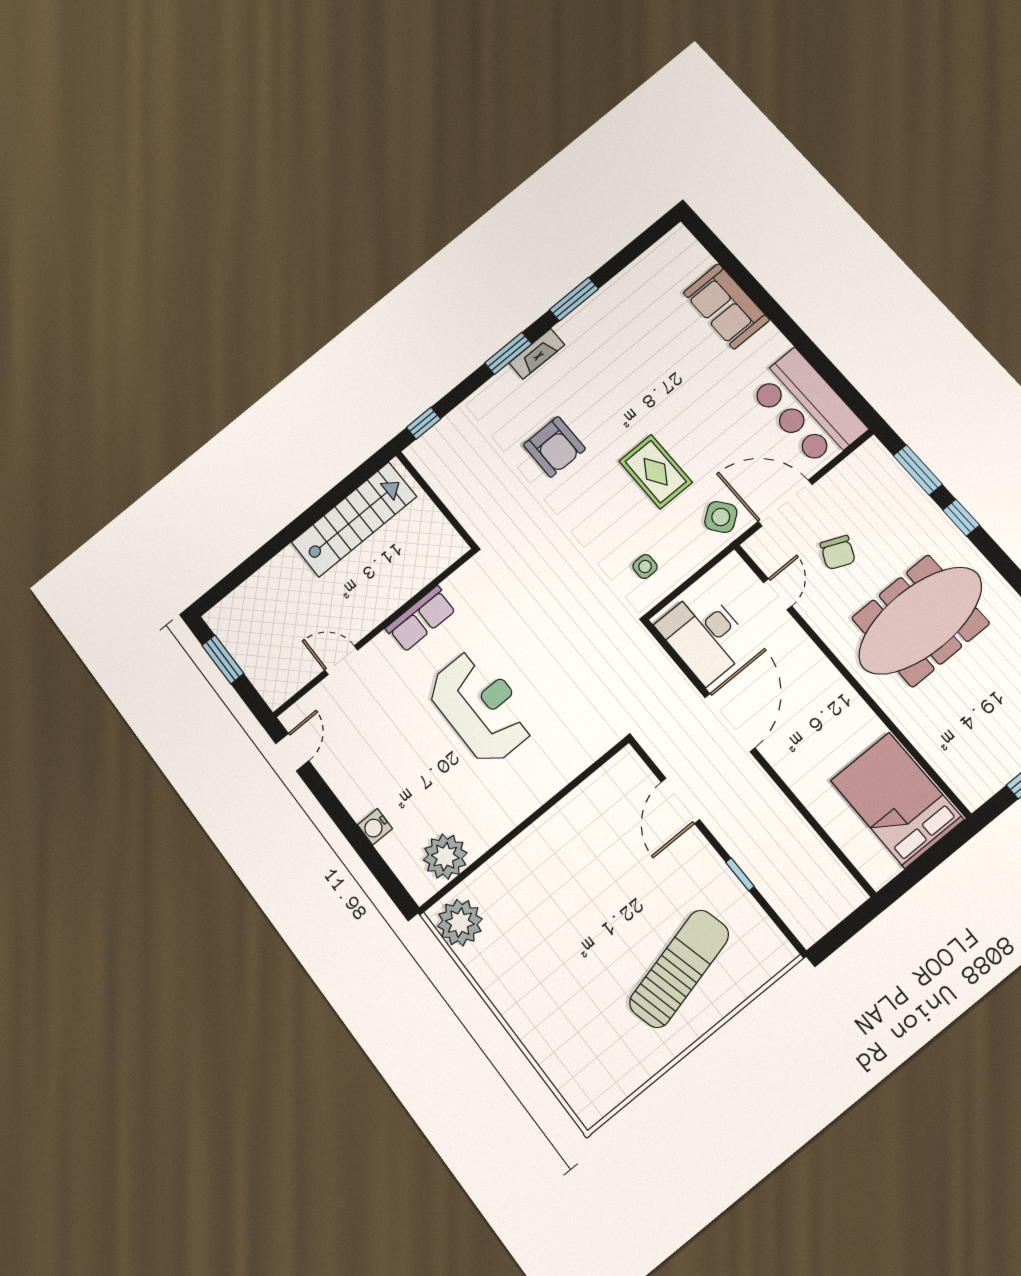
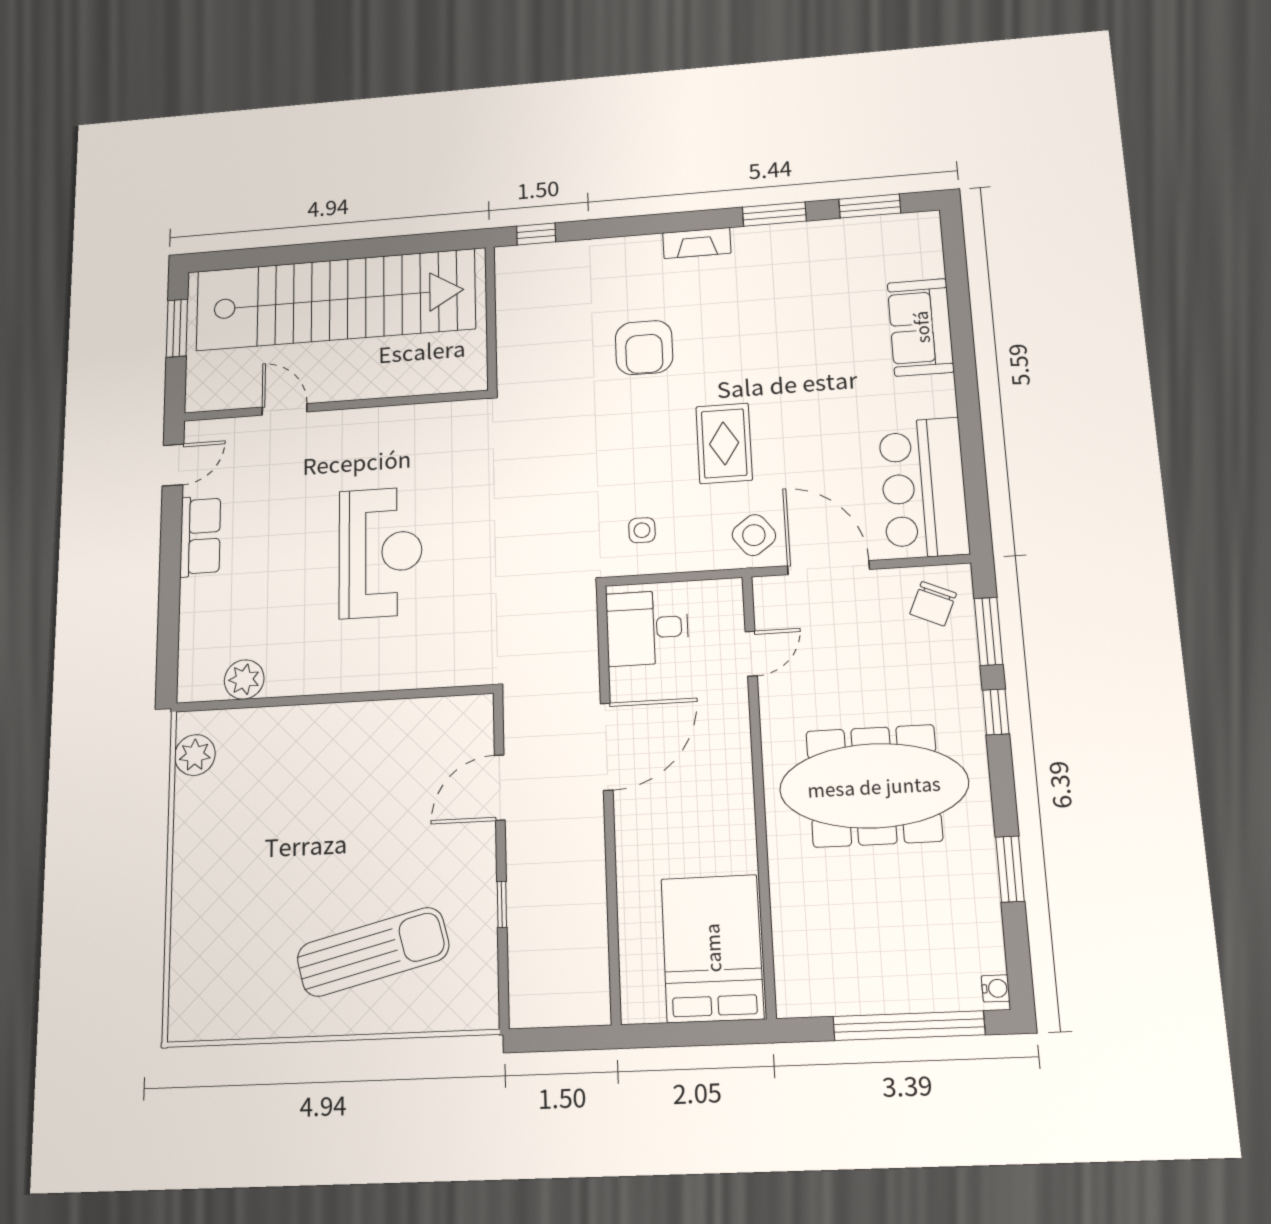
window: (508, 353) -> (870, 206), moved
stairs: (354, 519) -> (335, 300), width x1.86, depth x1.51
chair: (838, 553) -> (933, 604), moved
row of seats: (421, 619) -> (200, 536), moved, turned -90
desk: (704, 636) -> (647, 628), width x0.73
water cooler: (375, 827) -> (194, 594), removed
plant: (445, 857) -> (244, 679), width x0.73, depth x0.73
plant: (460, 923) -> (195, 755), width x0.73, depth x0.73

